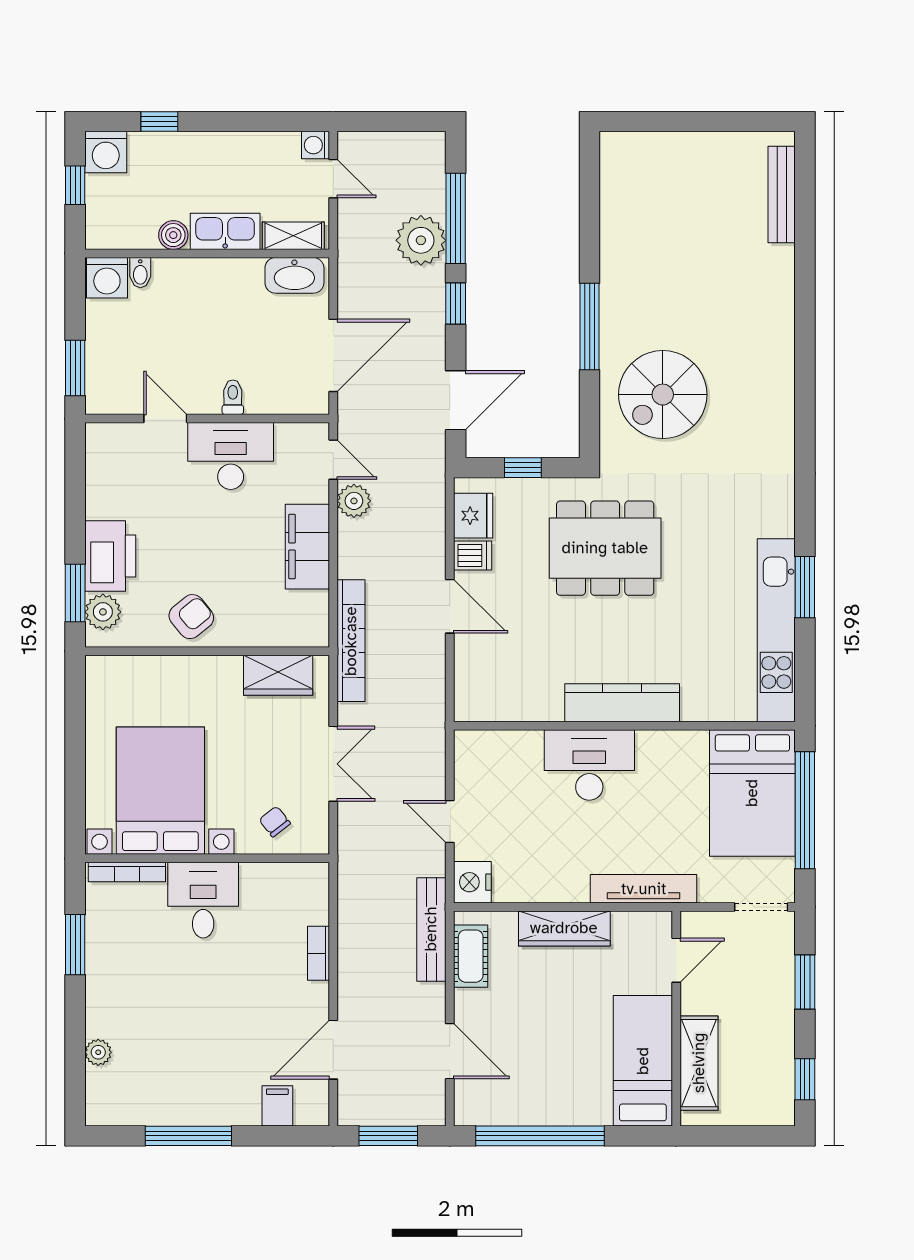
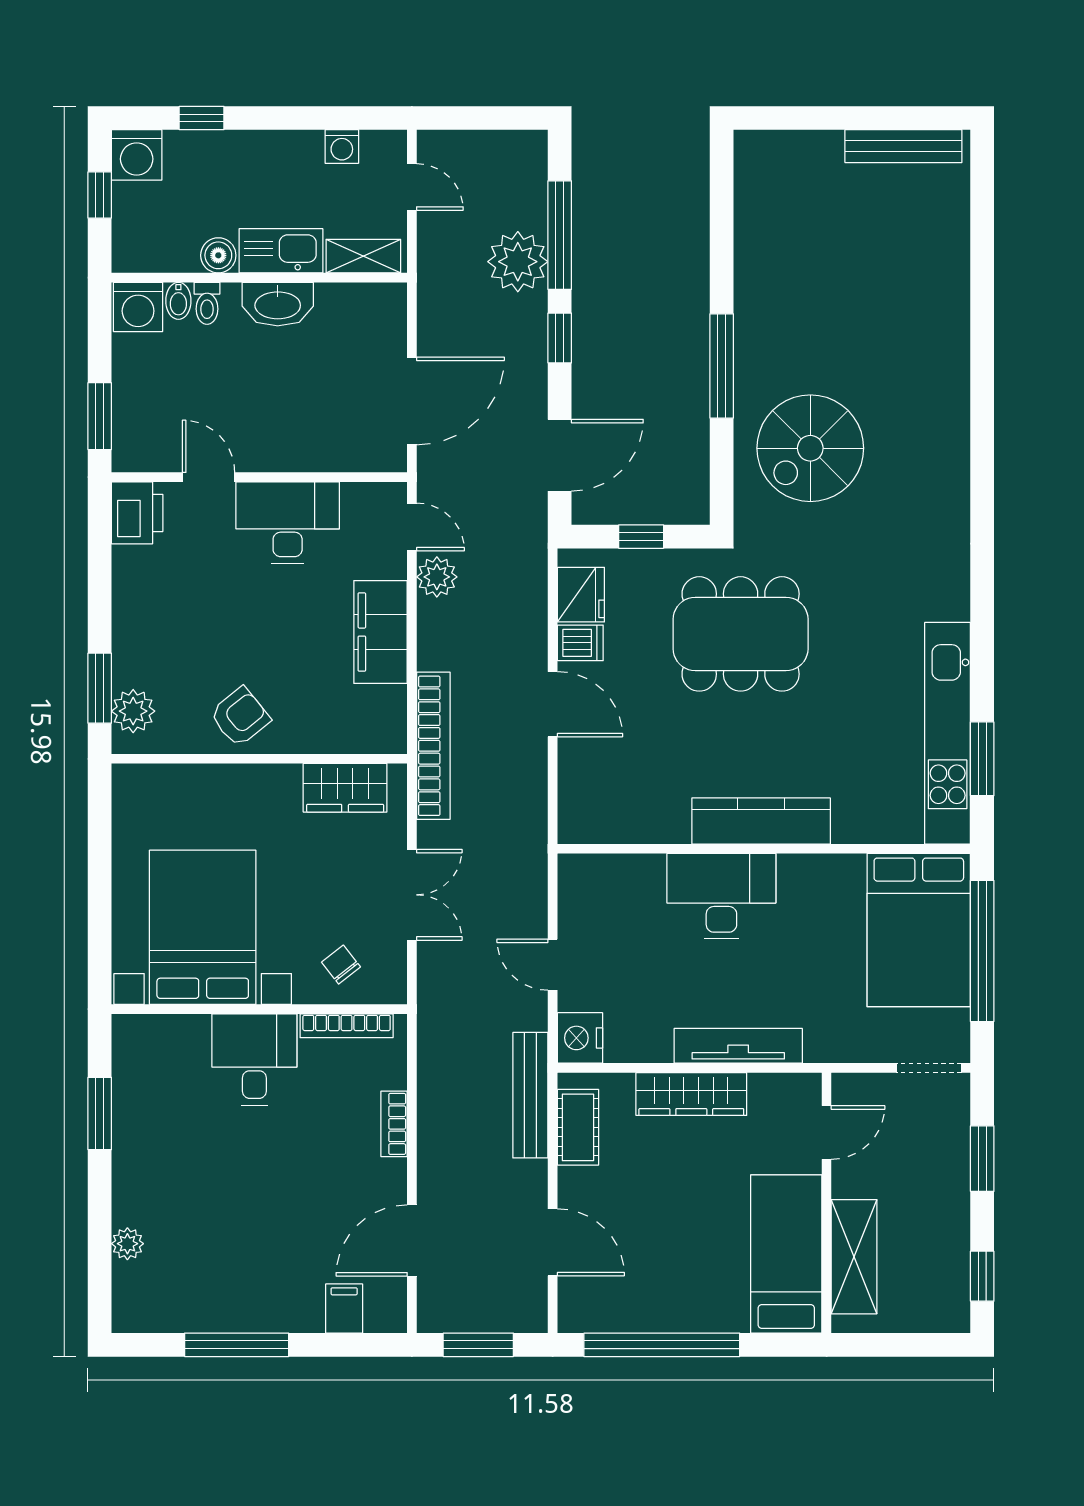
washing machine: (316, 145) -> (342, 147), moved, turned -90
bench: (782, 195) -> (903, 146), moved, turned 90
washbasin: (294, 275) -> (278, 304), moved
toilet: (233, 397) -> (207, 303), moved, turned 180
printer: (110, 556) -> (137, 513), moved, width x0.73, depth x0.84
window: (805, 587) -> (982, 759), moved
bookcase: (127, 872) -> (347, 1026), moved
tv unit: (644, 889) -> (738, 1046), moved

